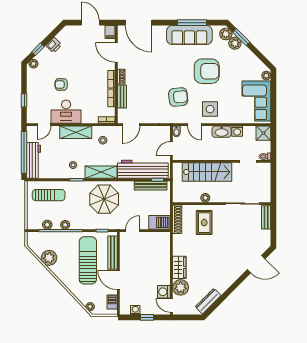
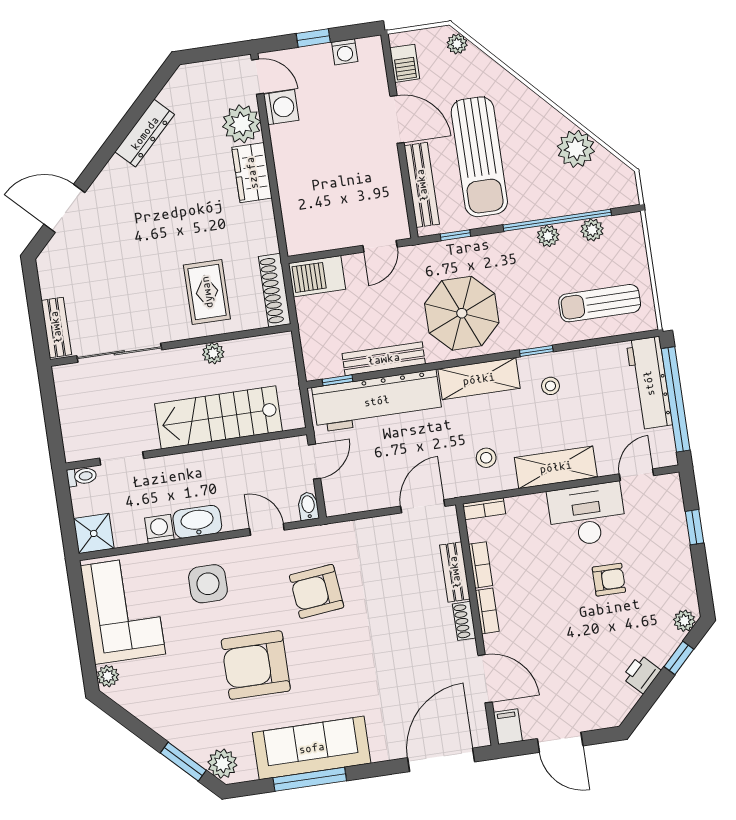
door: (139, 23) -> (441, 760), hinge flipped
plant: (235, 43) -> (197, 744), removed
side table: (210, 109) -> (208, 584), moved
bench: (151, 186) -> (384, 359), moved
dresser: (208, 301) -> (145, 133), moved

